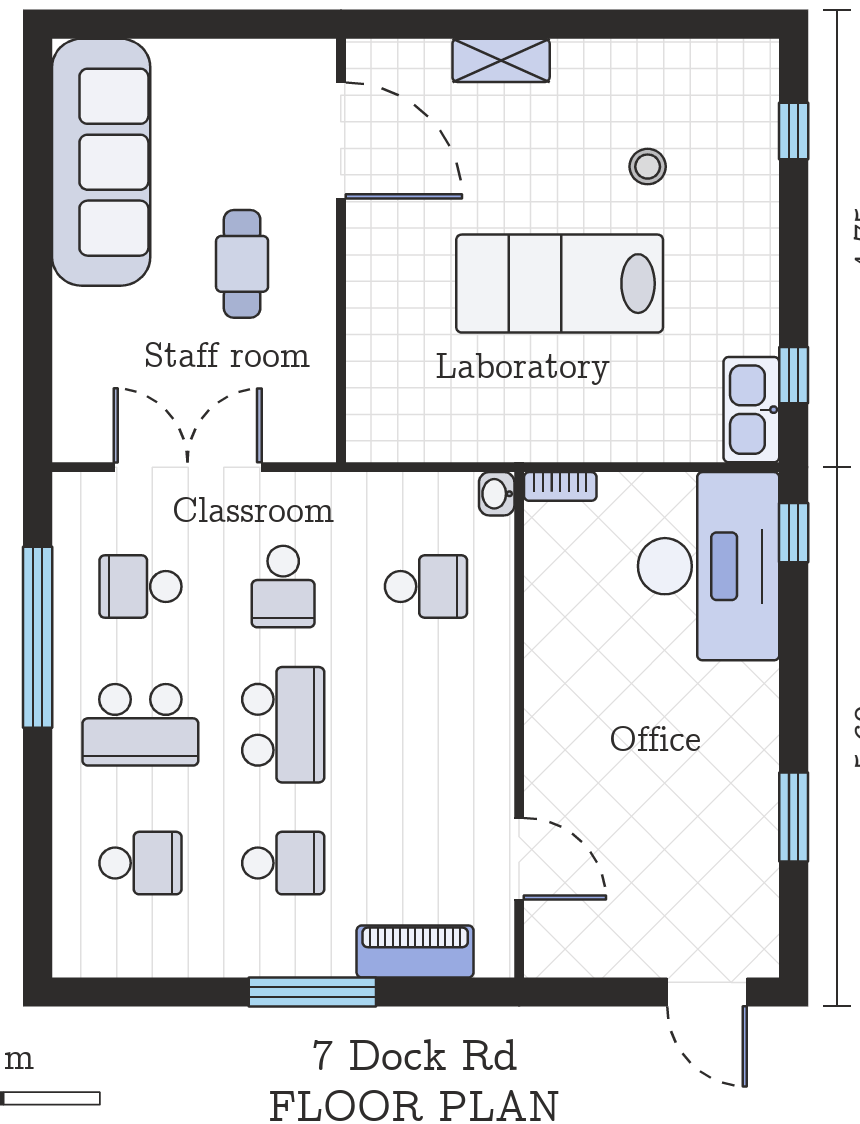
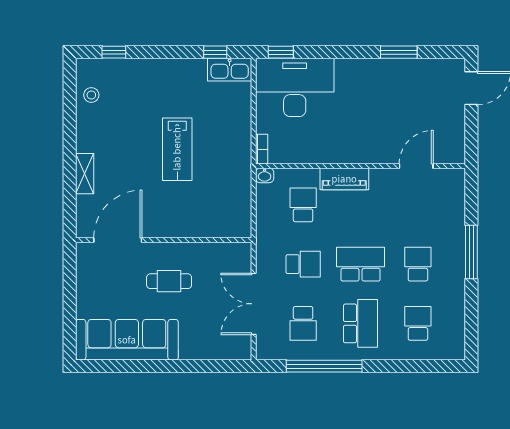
stool: (648, 167) -> (91, 95), moved
lab bench: (560, 284) -> (177, 149), width x0.73, depth x0.72
piano: (415, 951) -> (344, 179), moved, turned -90

